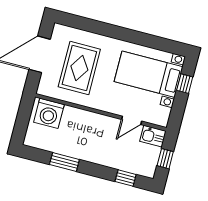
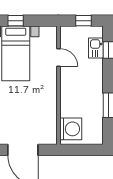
rug: (79, 68) -> (26, 113), removed
kitchen sink: (153, 136) -> (96, 48), moved, turned 180

